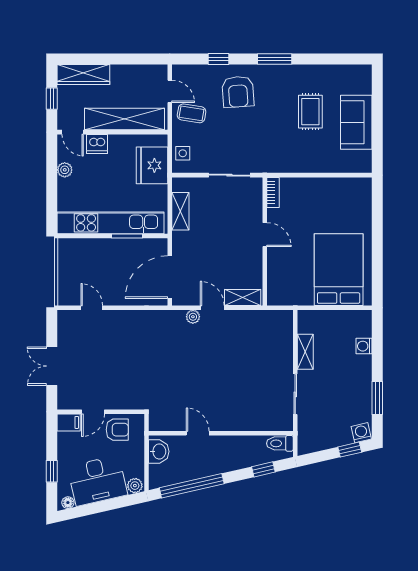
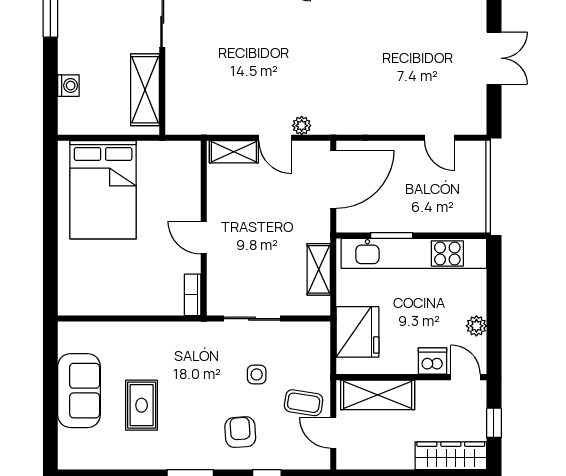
armchair: (238, 92) -> (240, 432), width x0.72, depth x0.72
shelving: (124, 119) -> (378, 395), width x0.68
side table: (183, 153) -> (257, 374), moved
shelving: (305, 352) -> (145, 90), width x1.50, depth x1.33

